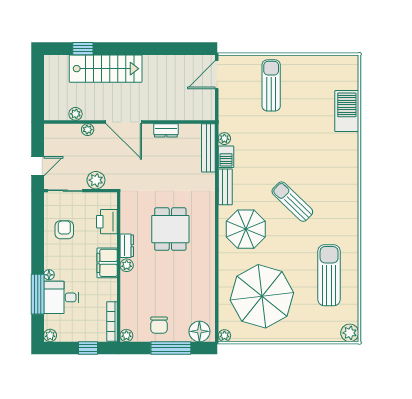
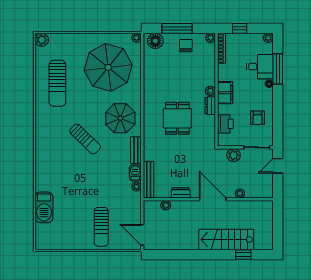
door: (217, 75) -> (142, 235), swing flipped
plant: (75, 114) -> (166, 205), moved

